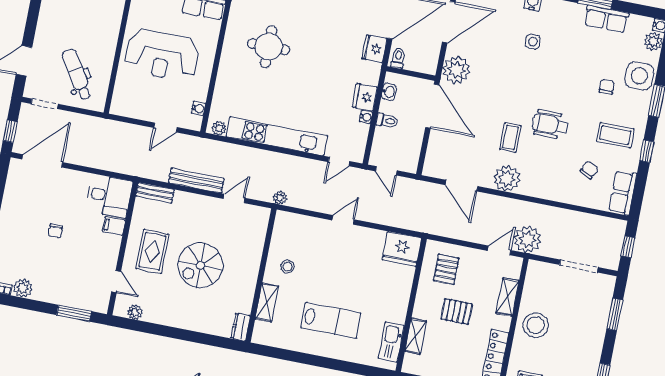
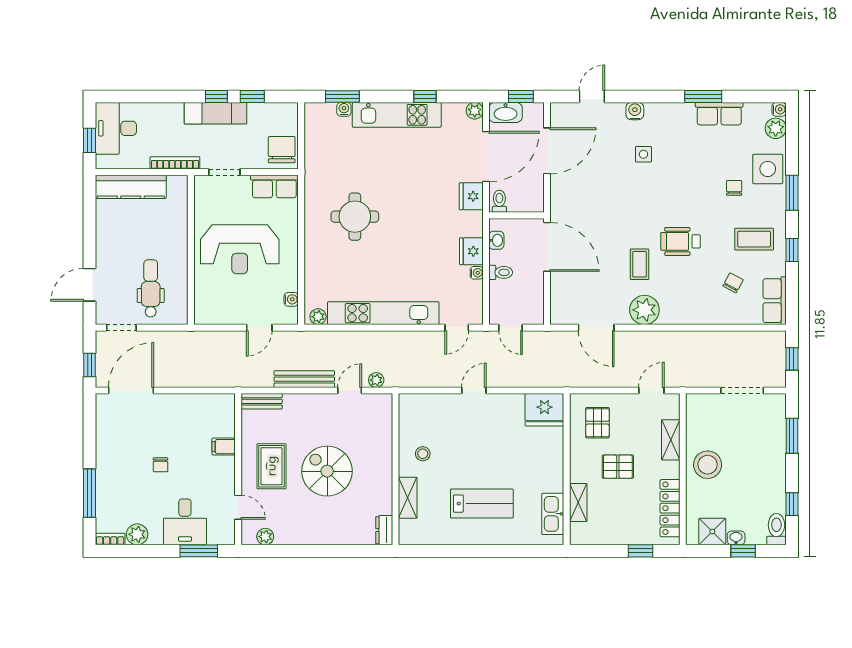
plant: (456, 70) -> (566, 202), removed
dental chair: (77, 74) -> (151, 288), turned 32
desk: (109, 196) -> (185, 522), moved, turned 90
plant: (280, 198) -> (376, 380), moved
plant: (527, 239) -> (680, 372), removed
spiral stairs: (200, 265) -> (327, 471), turned 90

